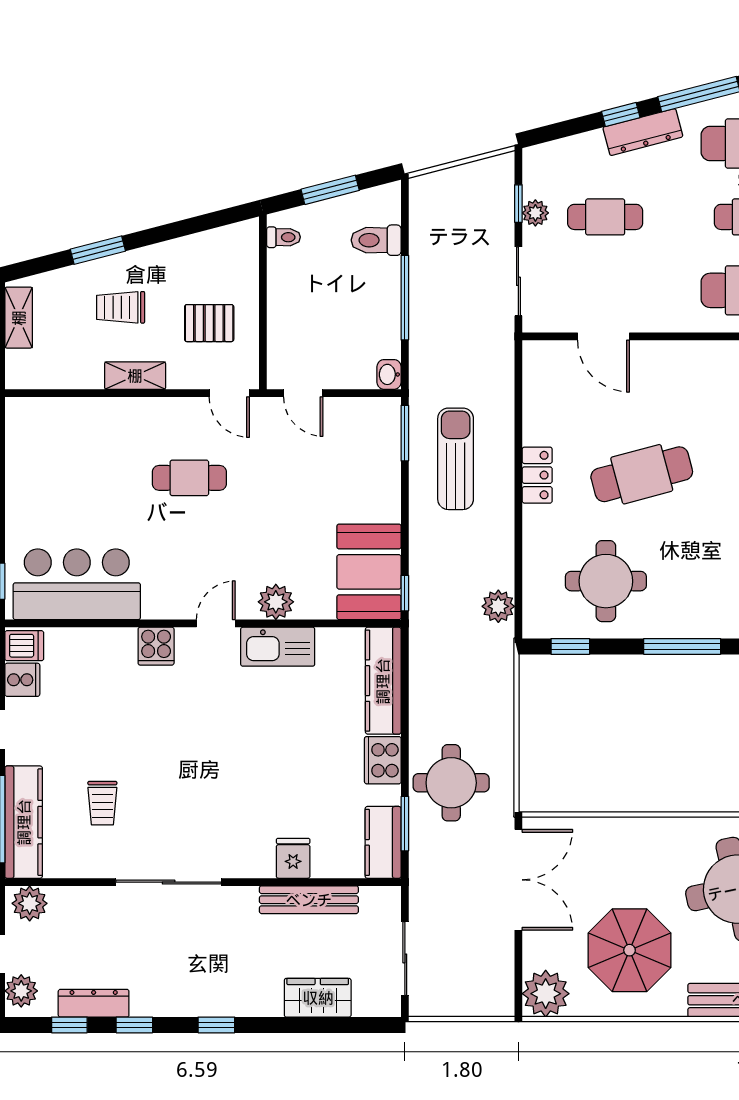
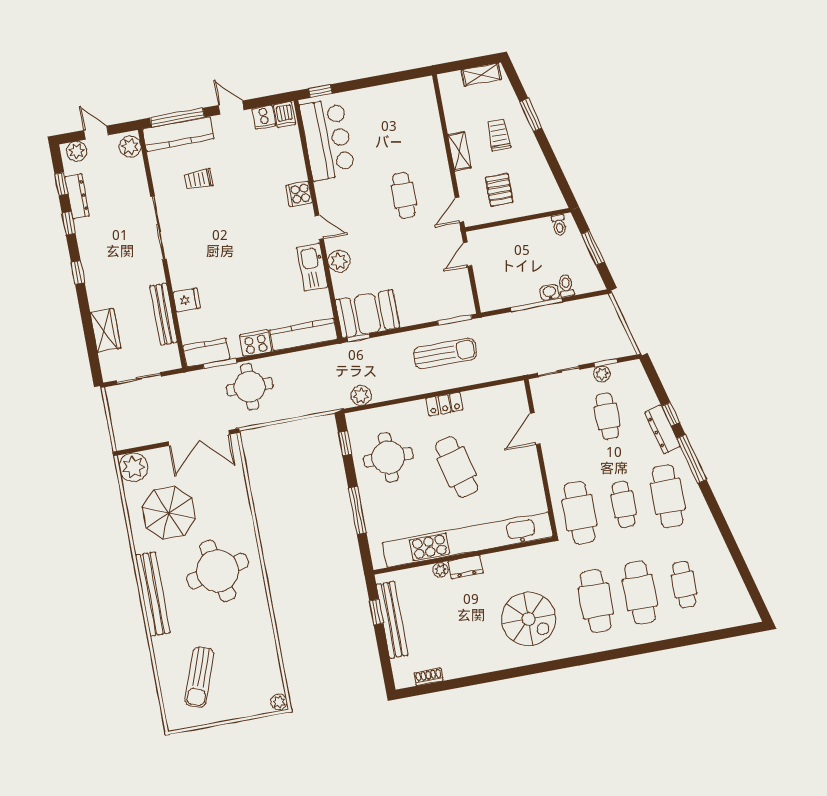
toilet: (376, 240) -> (566, 286), width x0.73, depth x0.72
washbasin: (389, 374) -> (550, 292), moved

